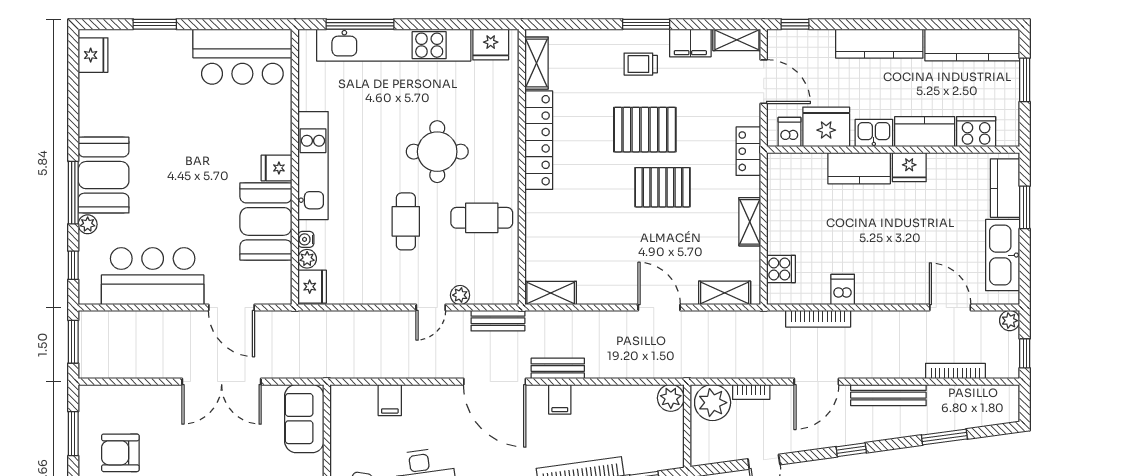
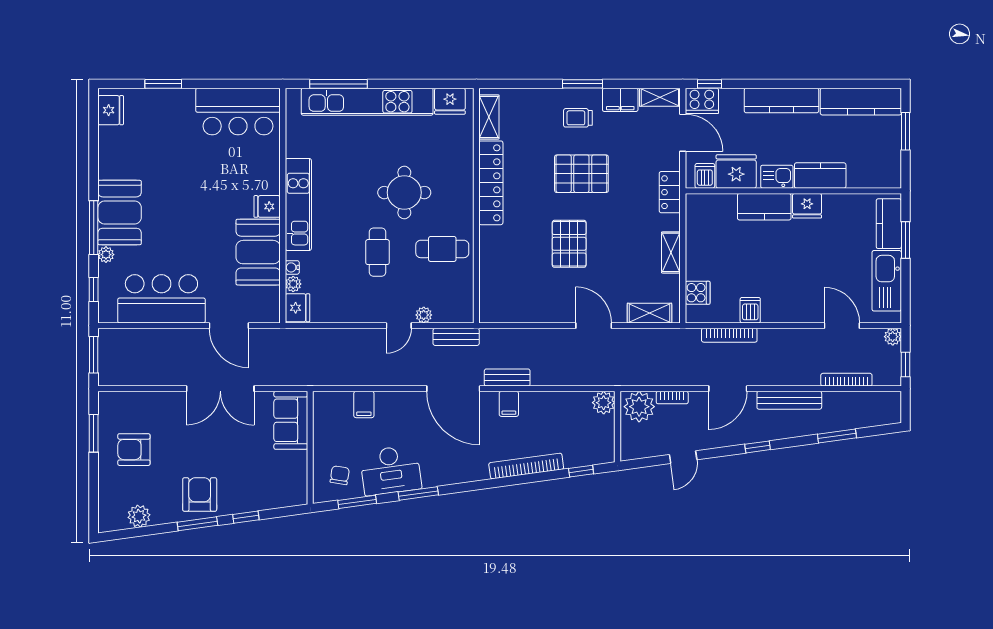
cooker: (976, 132) -> (702, 101), moved, turned 180
pallet: (662, 187) -> (569, 244), moved, turned 90
shelving: (551, 293) -> (501, 313), removed

